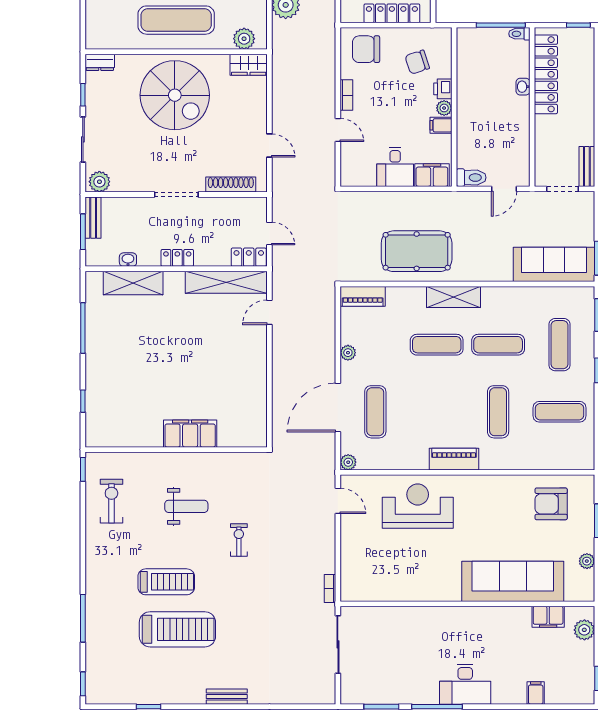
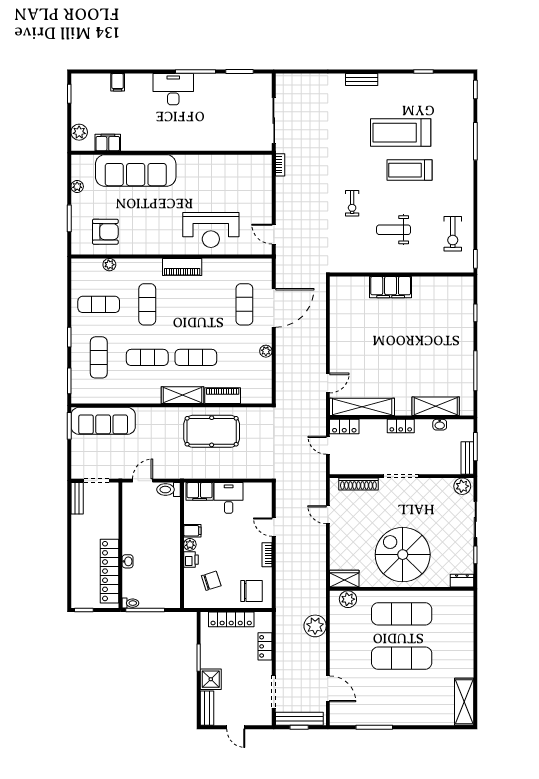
piano: (363, 296) -> (223, 396), moved
plant: (348, 462) -> (109, 265), moved

